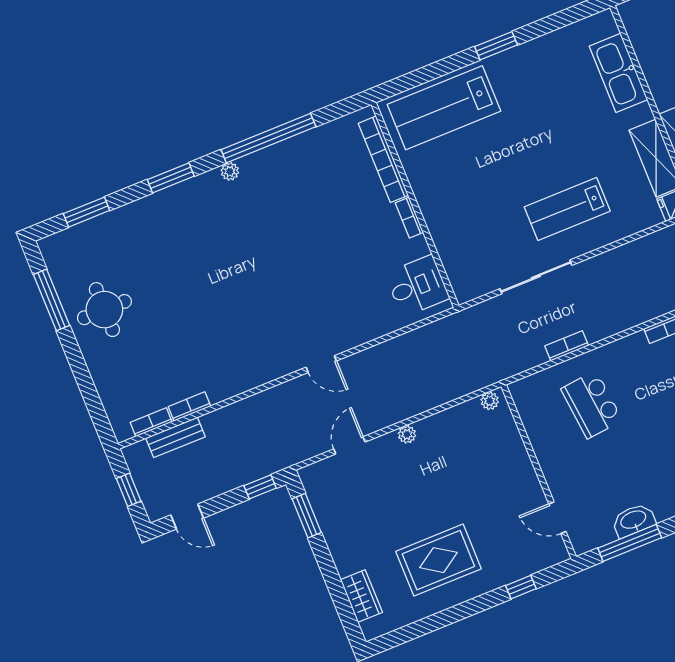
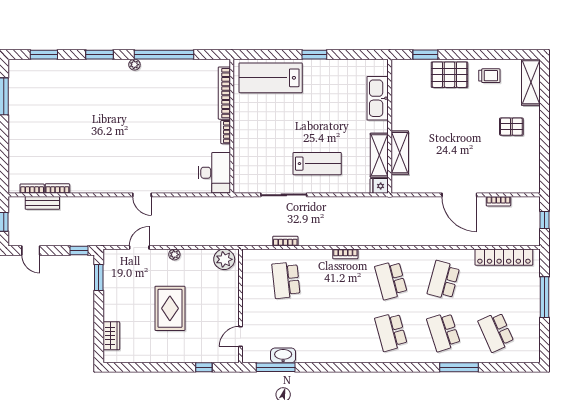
lab bench: (567, 209) -> (317, 164), turned 180
desk: (417, 286) -> (214, 173), width x1.37
round table: (104, 310) -> (32, 114), removed
plant: (490, 401) -> (224, 259), width x1.88, depth x1.88
door: (557, 518) -> (240, 336), hinge flipped
rug: (438, 560) -> (170, 308), moved, turned 90

